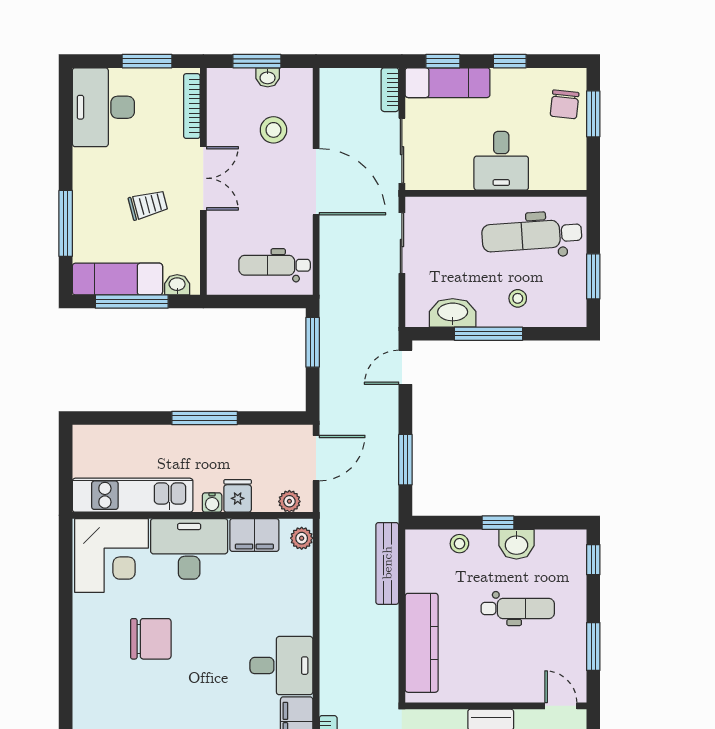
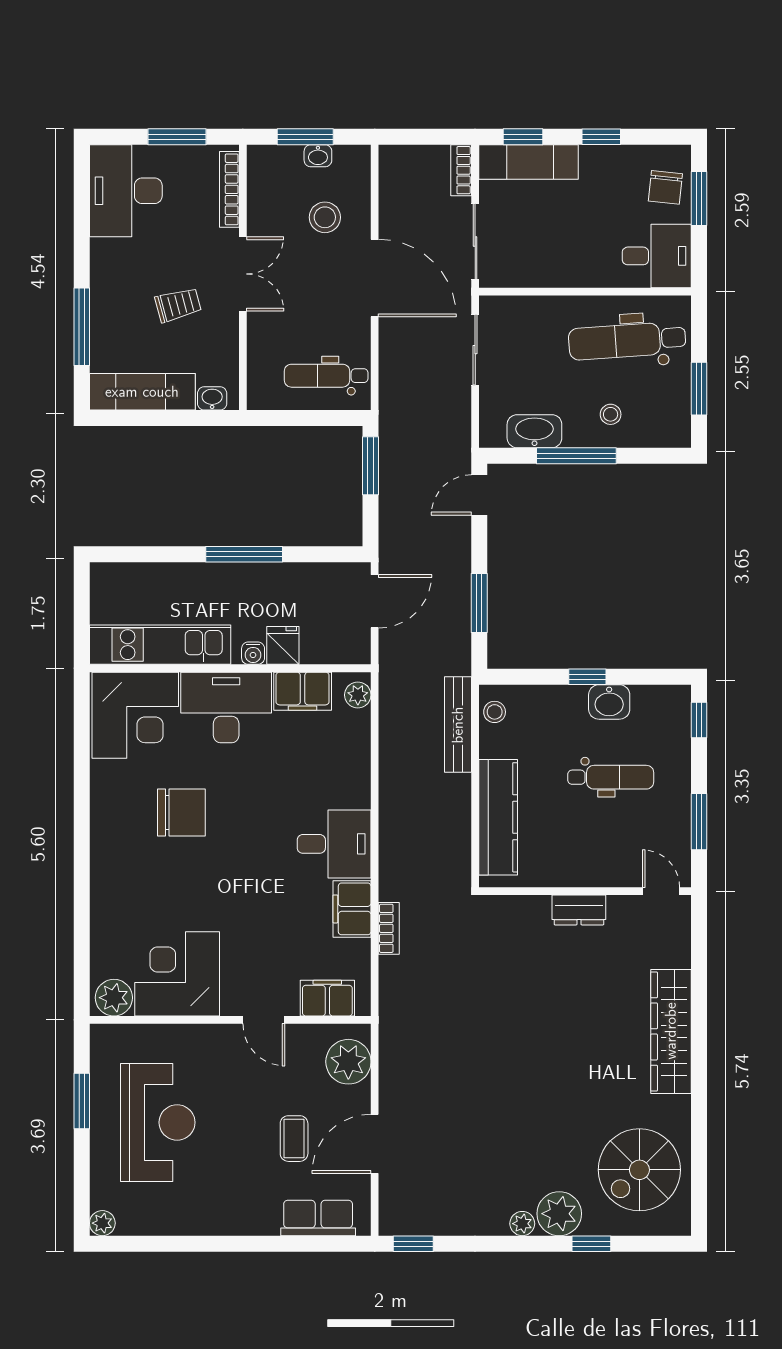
desk: (501, 161) -> (657, 256), moved, turned -90
window: (132, 302) -> (159, 418), removed
plant: (289, 501) -> (343, 652), removed
stool: (459, 544) -> (495, 712), moved

